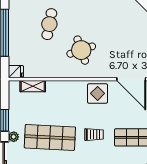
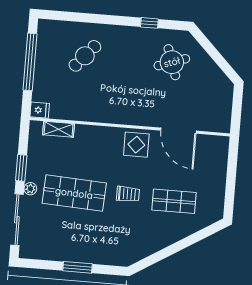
cafe table: (49, 24) -> (85, 56), turned 30
round table: (81, 50) -> (172, 62), moved

